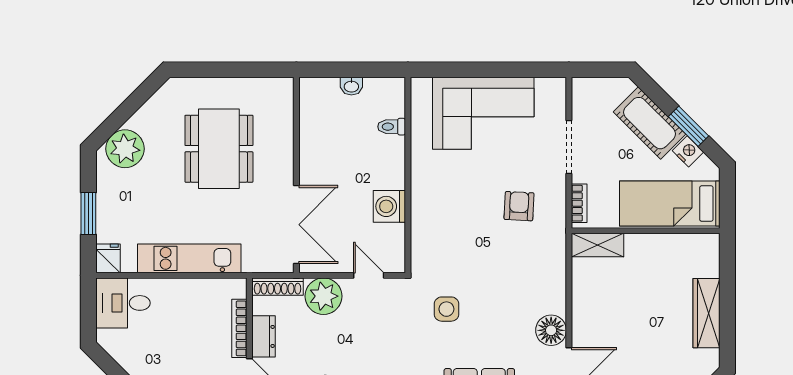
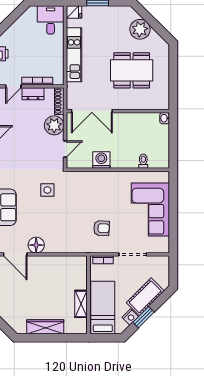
washbasin: (351, 86) -> (165, 118), moved
plant: (125, 149) -> (140, 29), moved
shelving: (597, 245) -> (81, 304), moved

